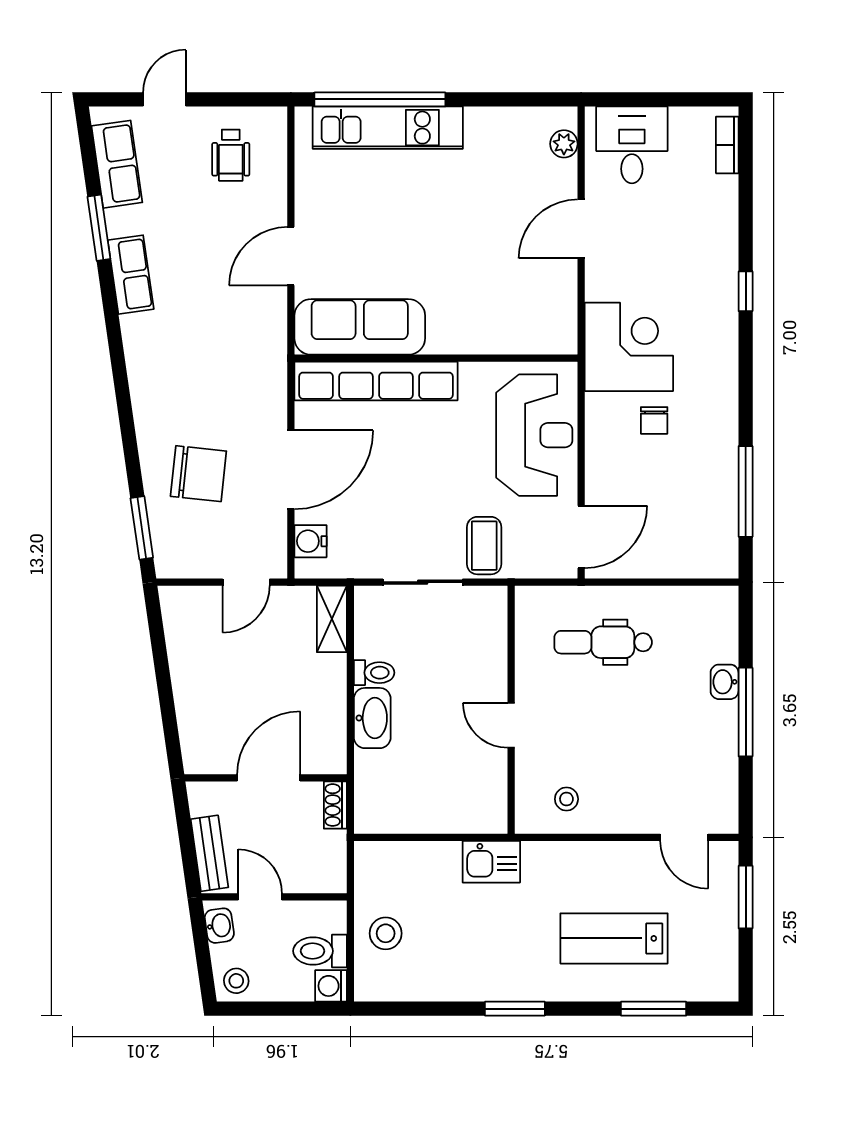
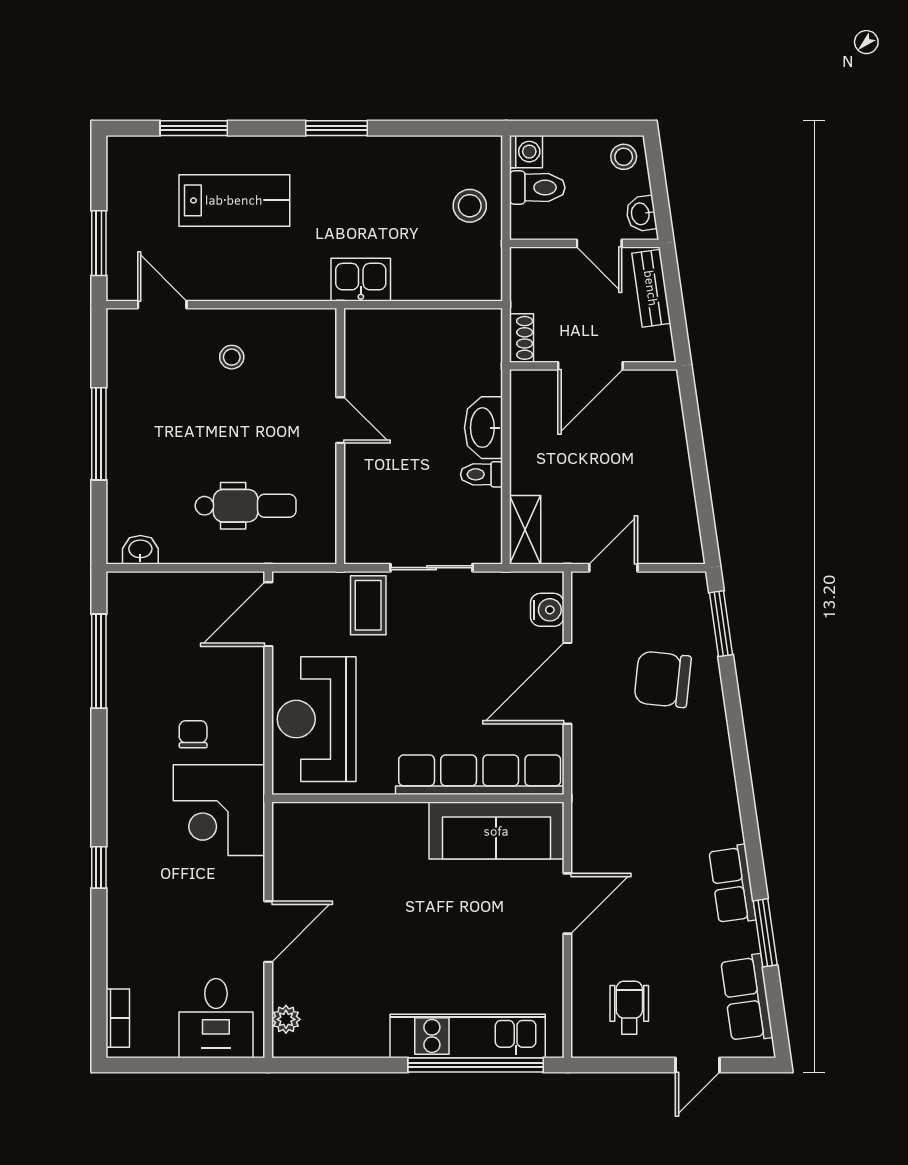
washbasin: (725, 682) -> (140, 550), moved, turned -90
stool: (566, 799) -> (232, 357), moved

